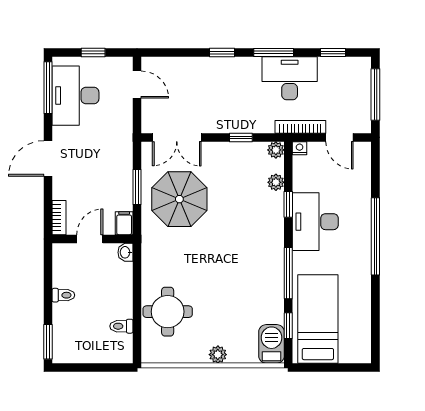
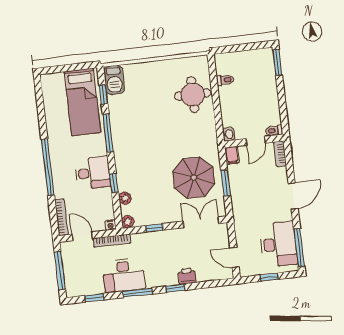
printer: (204, 67) -> (187, 276), added
bookcase: (365, 166) -> (61, 217), added
desk: (315, 222) -> (93, 173), width x0.73
toilet: (63, 295) -> (274, 131), moved
plant: (218, 355) -> (152, 68), removed

